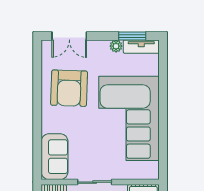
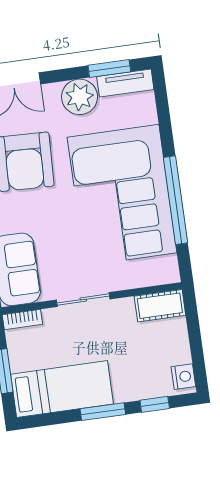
plant: (116, 46) -> (80, 97), width x1.88, depth x1.88
window: (163, 127) -> (176, 200), added

